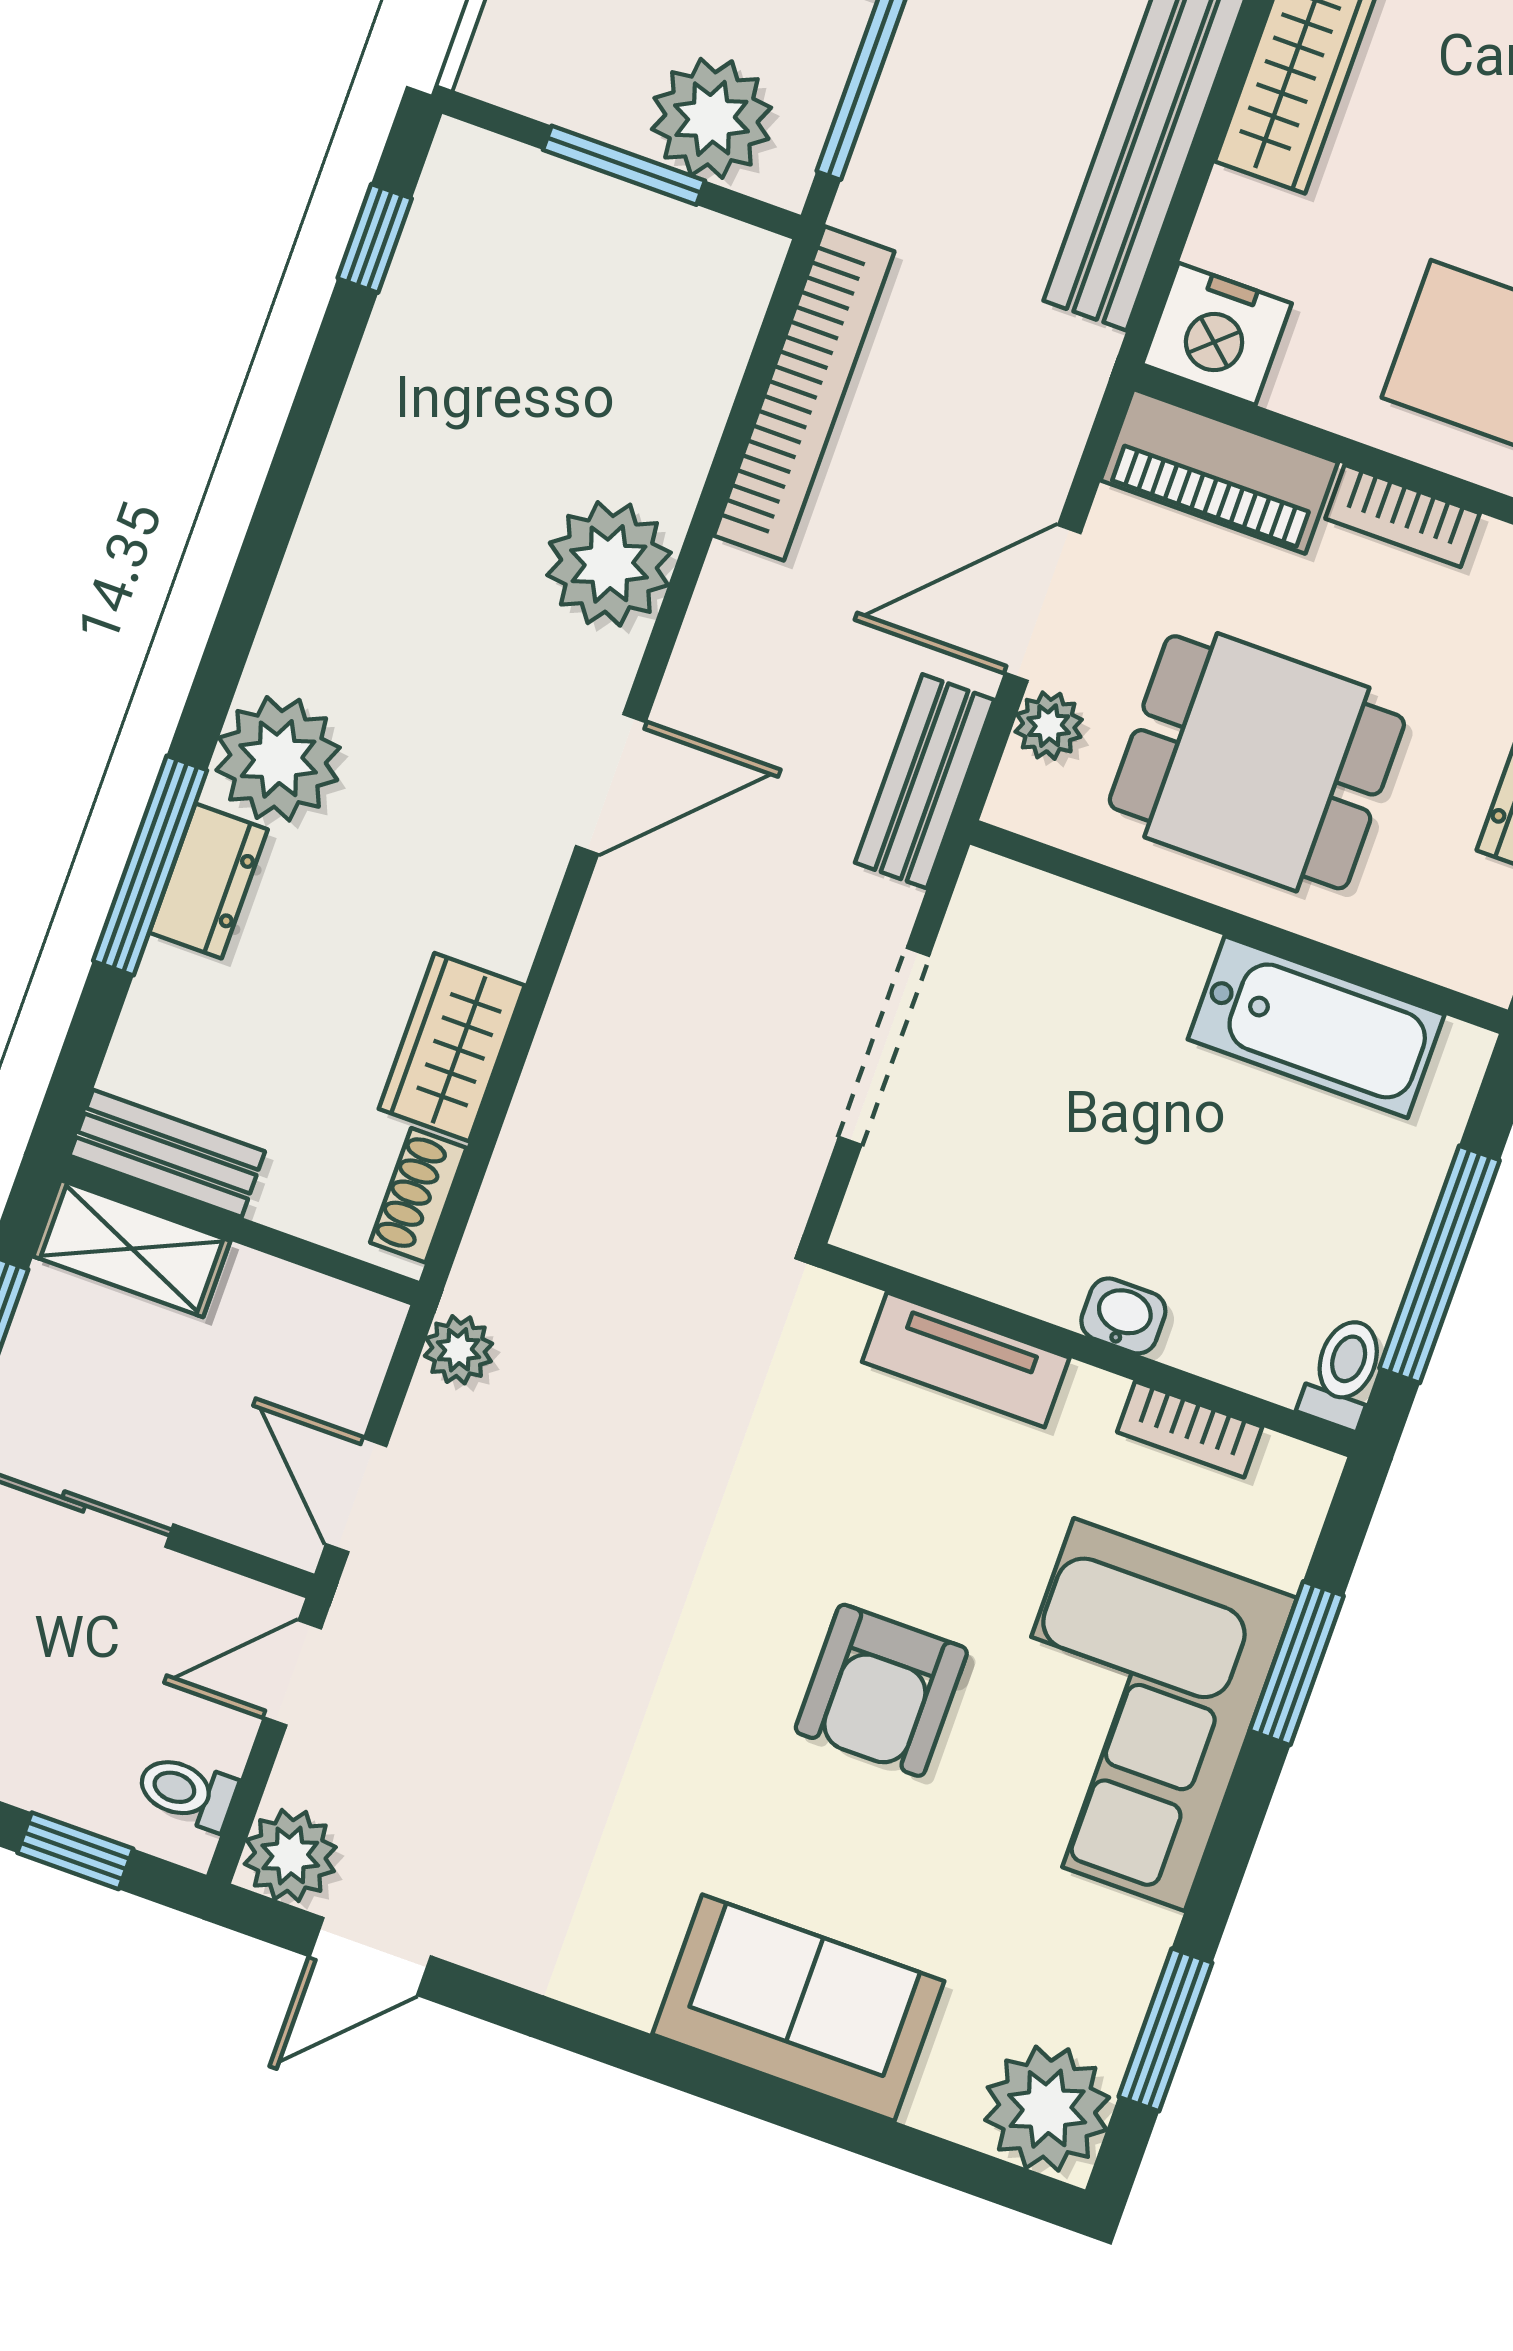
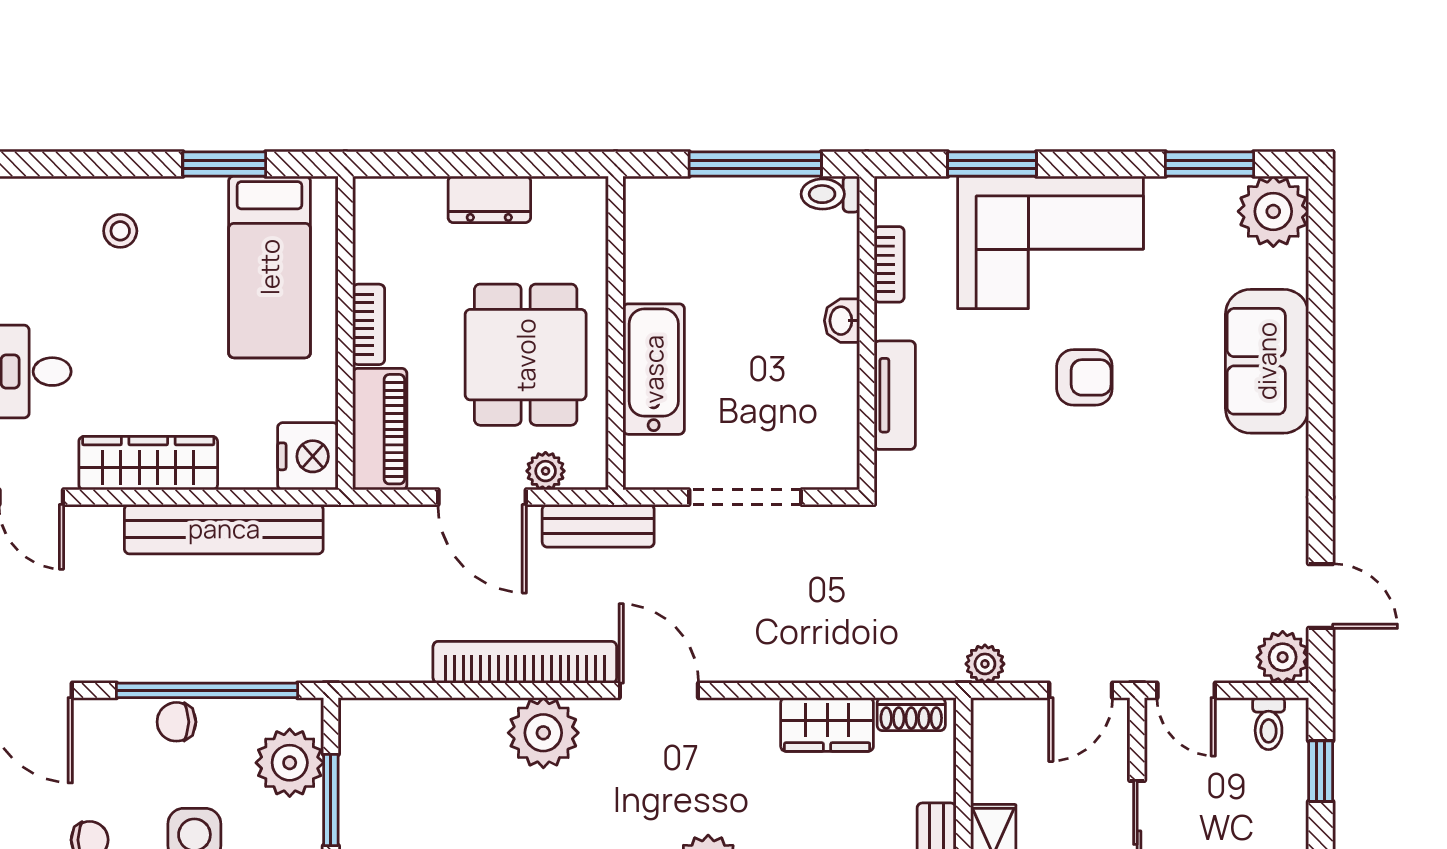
bookcase: (804, 393) -> (525, 662), moved
bathtub: (1316, 1027) -> (654, 369), moved
armchair: (881, 1690) -> (1084, 377), width x0.72, depth x0.72

